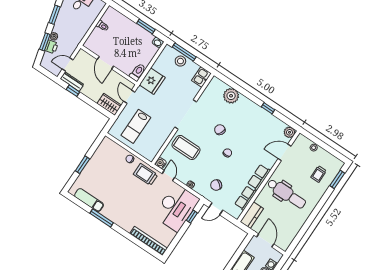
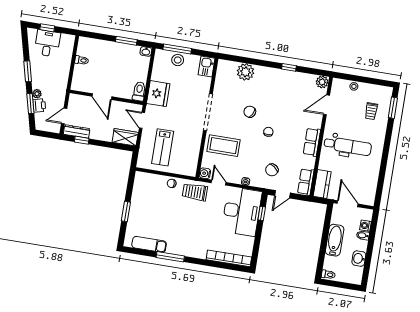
row of seats: (245, 198) -> (306, 182), moved

